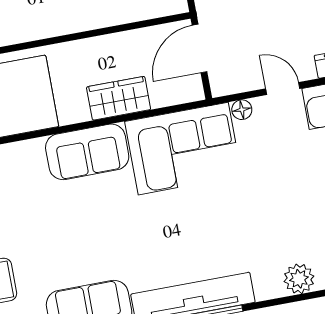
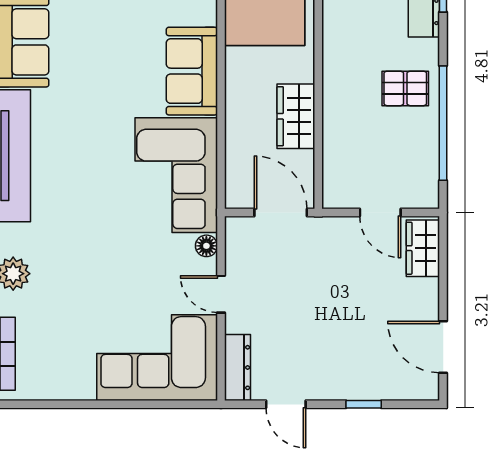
door: (283, 89) -> (221, 294), swing flipped
wardrobe: (119, 98) -> (296, 116), moved, turned 180

